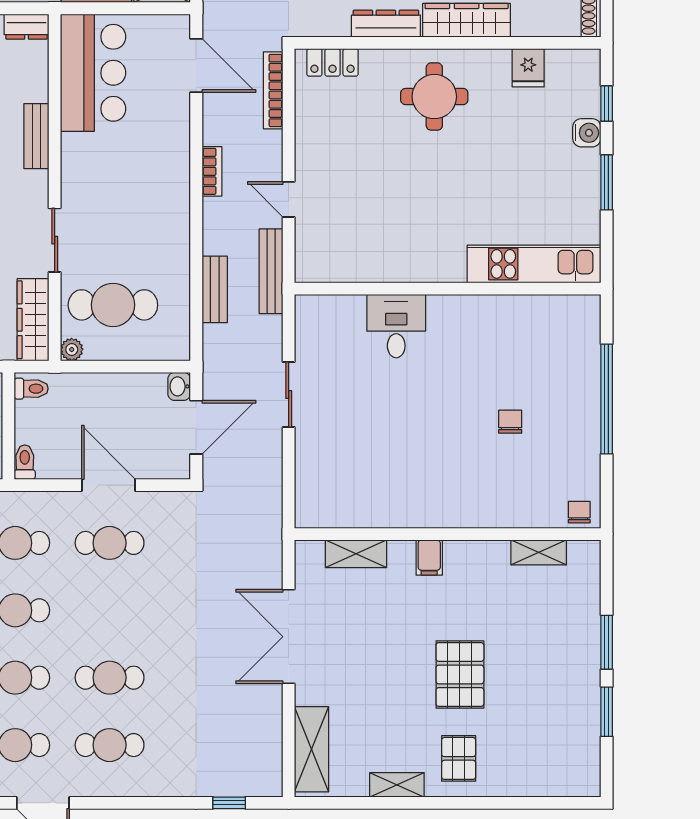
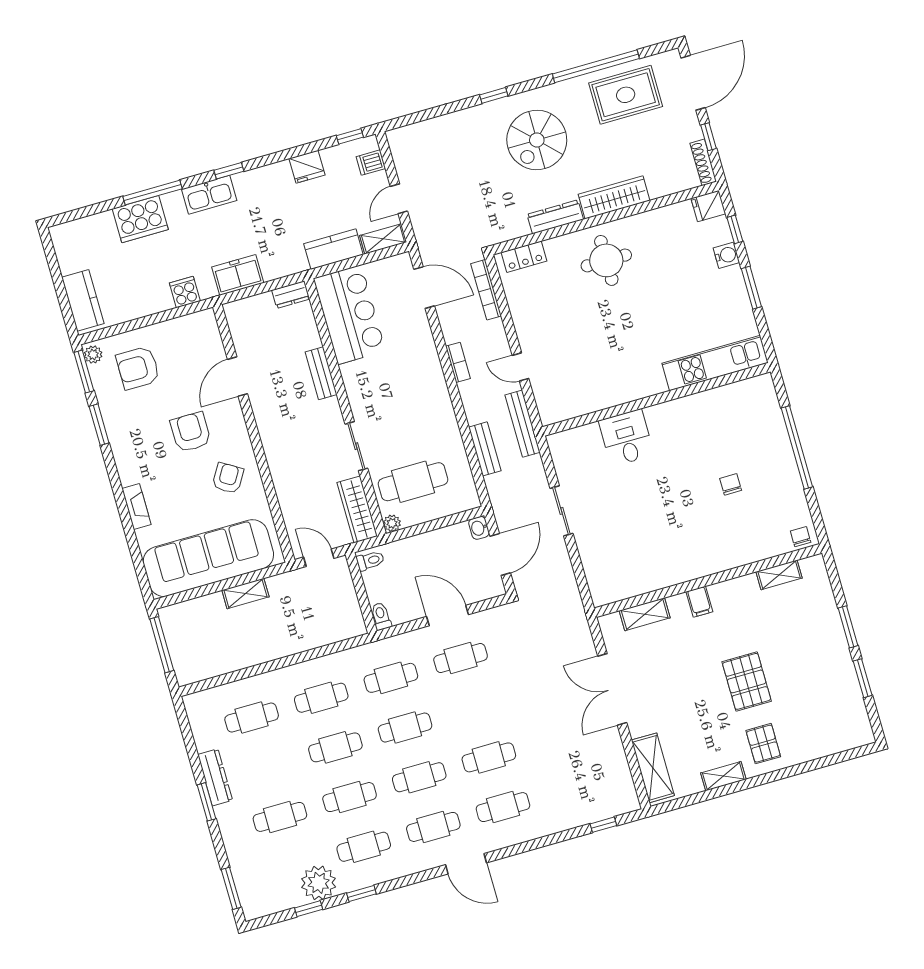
fridge: (528, 68) -> (708, 206), moved, turned 90

